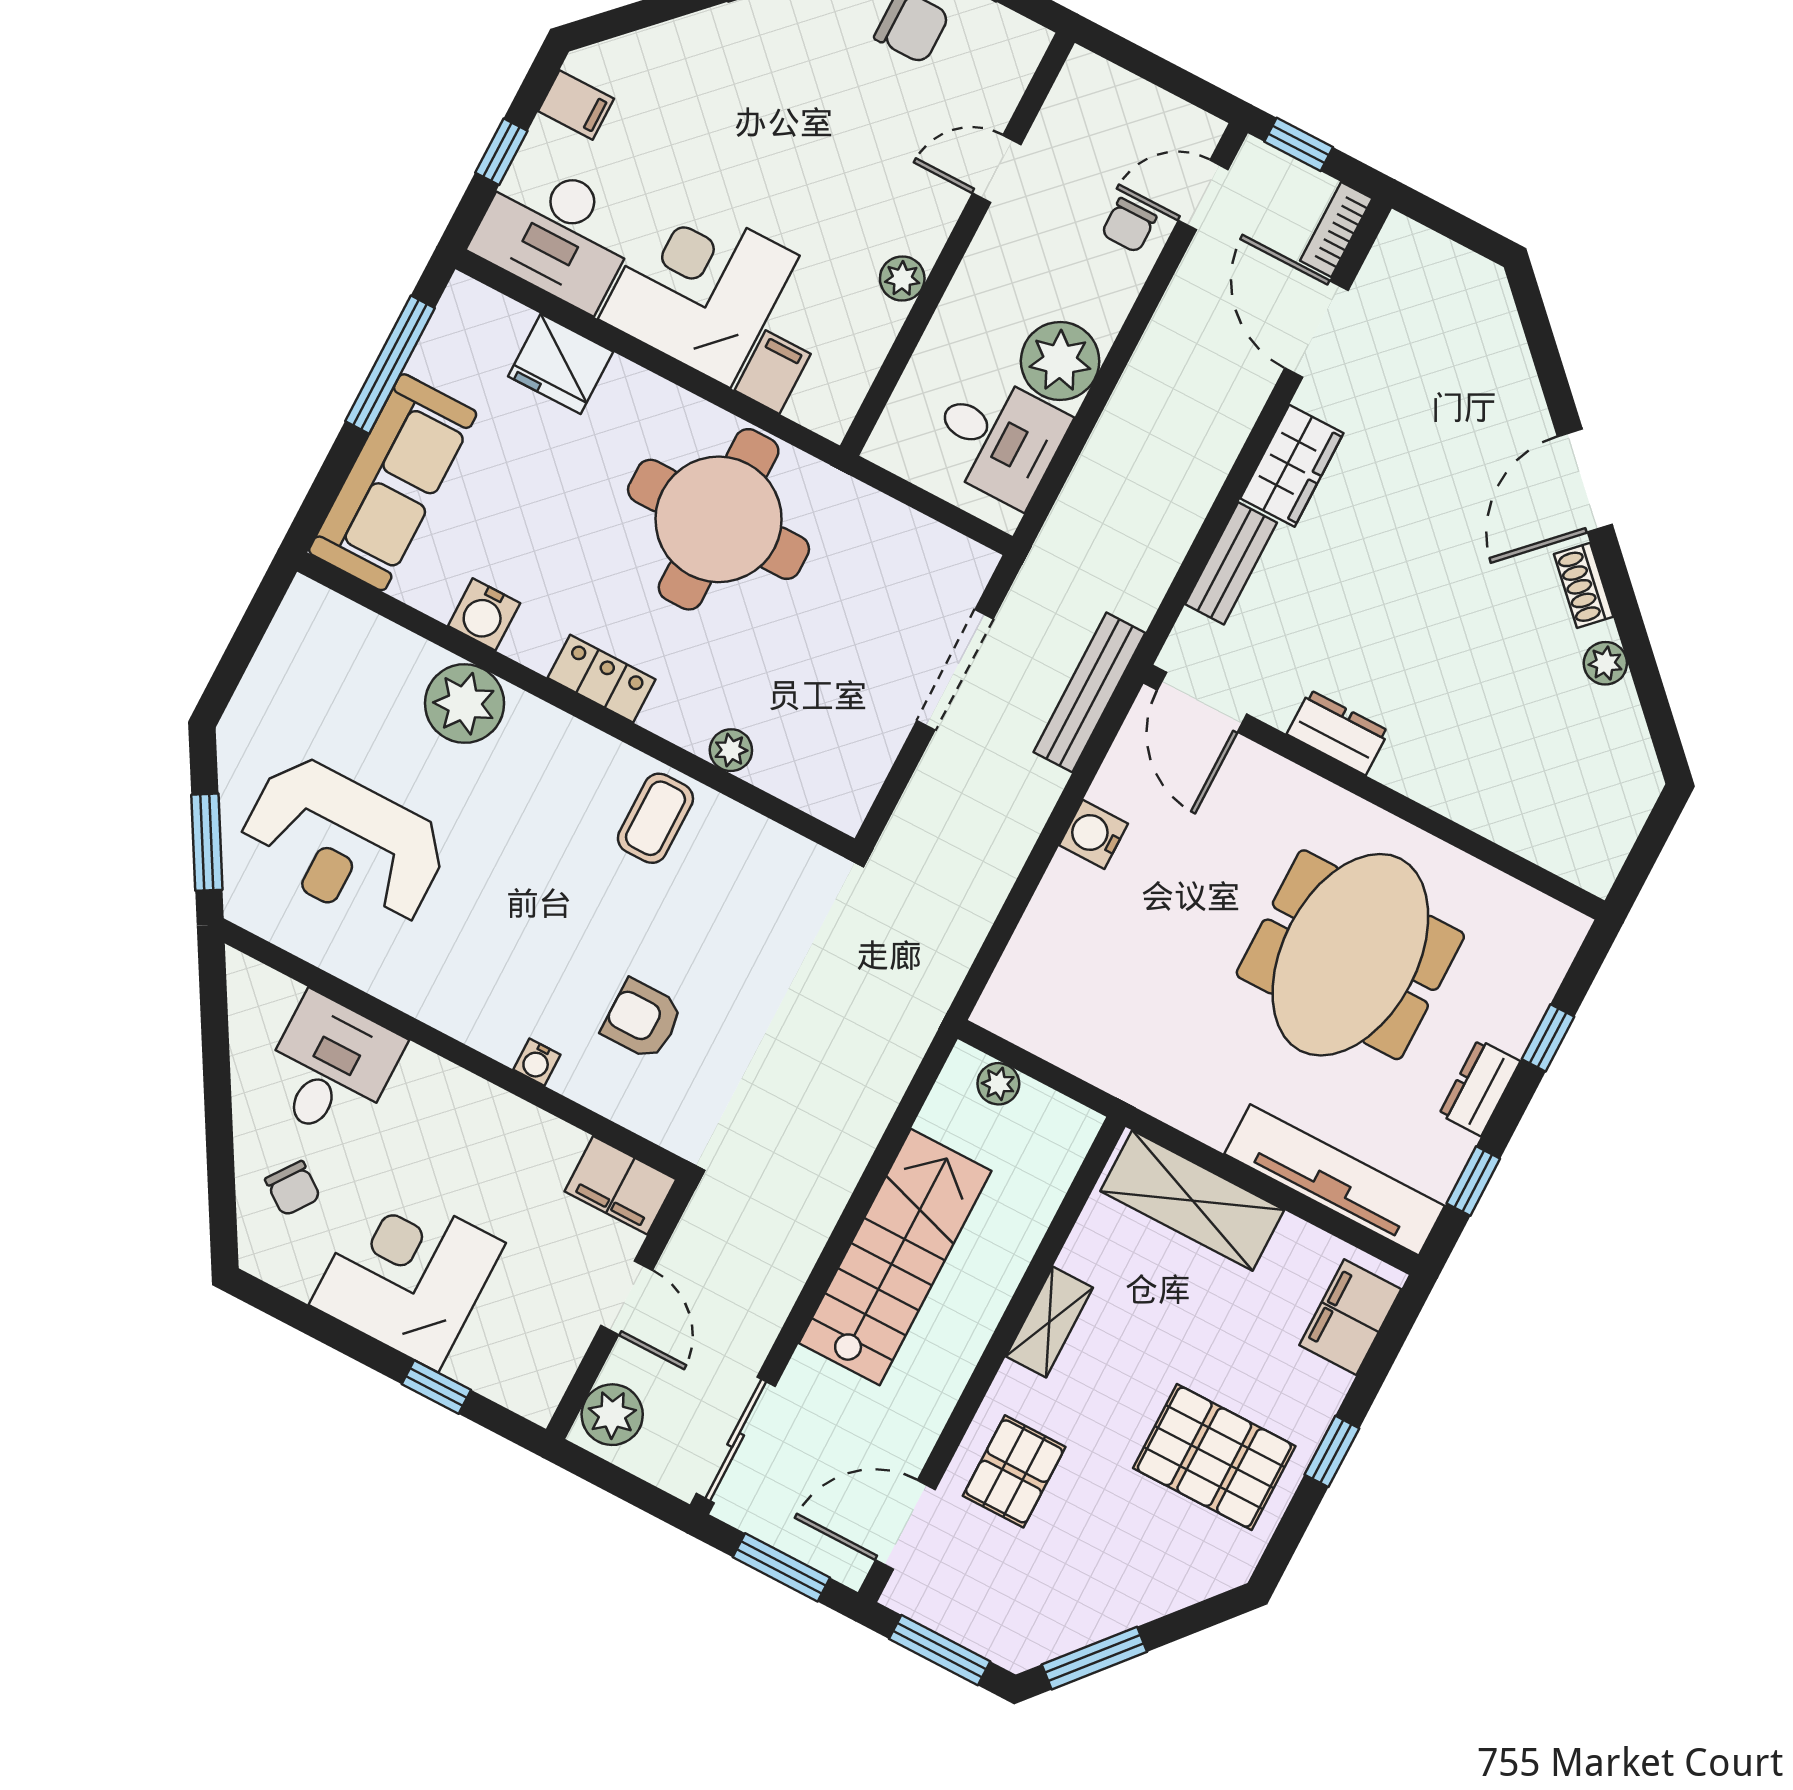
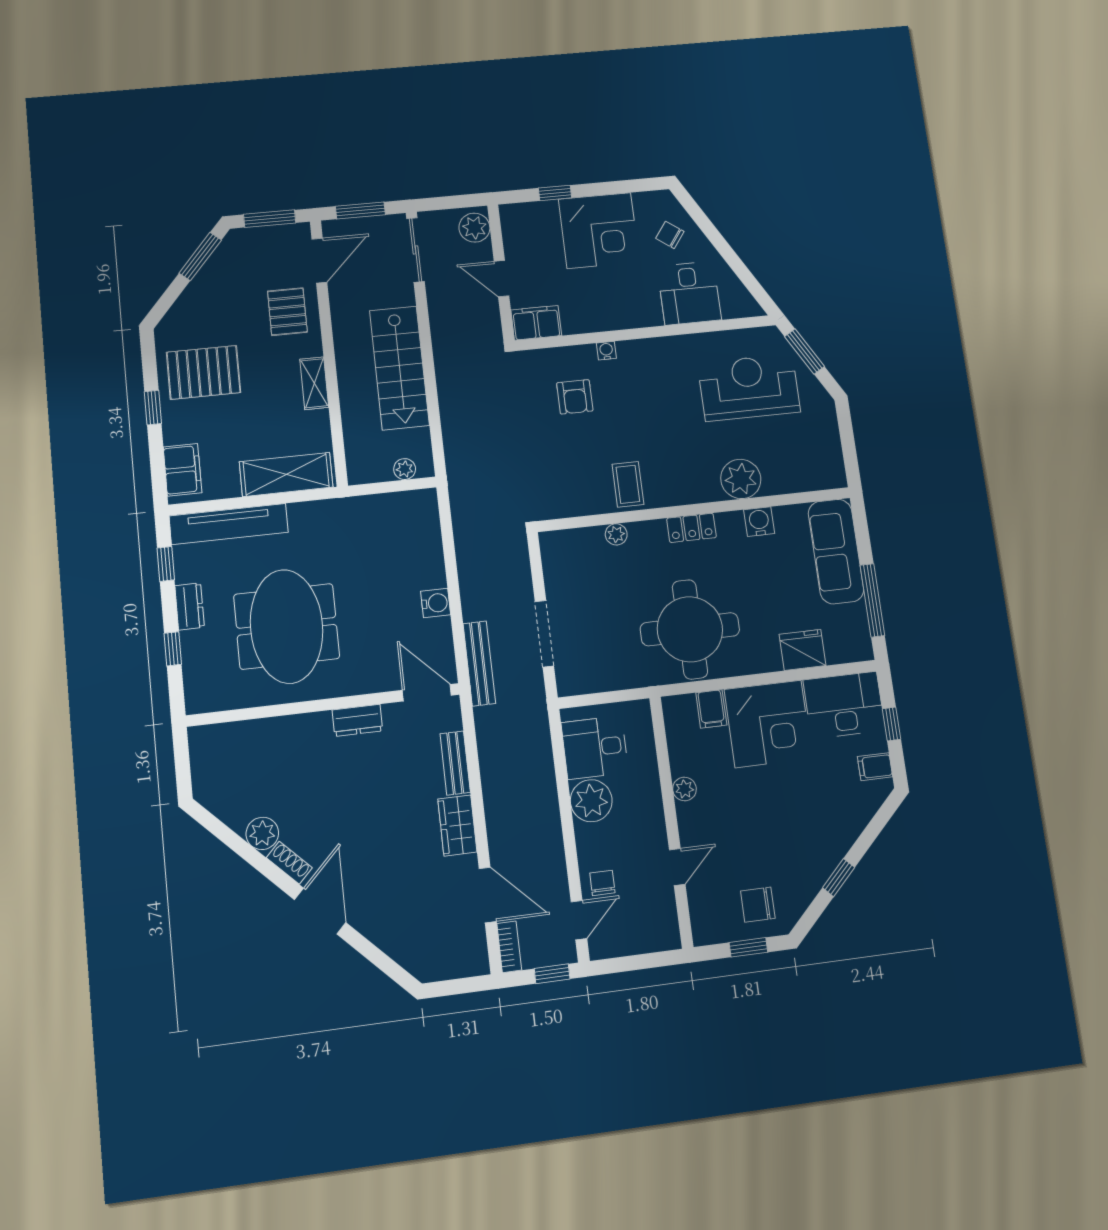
plant: (1605, 663) -> (262, 833), width x1.38, depth x1.38
armchair: (642, 1020) -> (575, 397), turned 90

